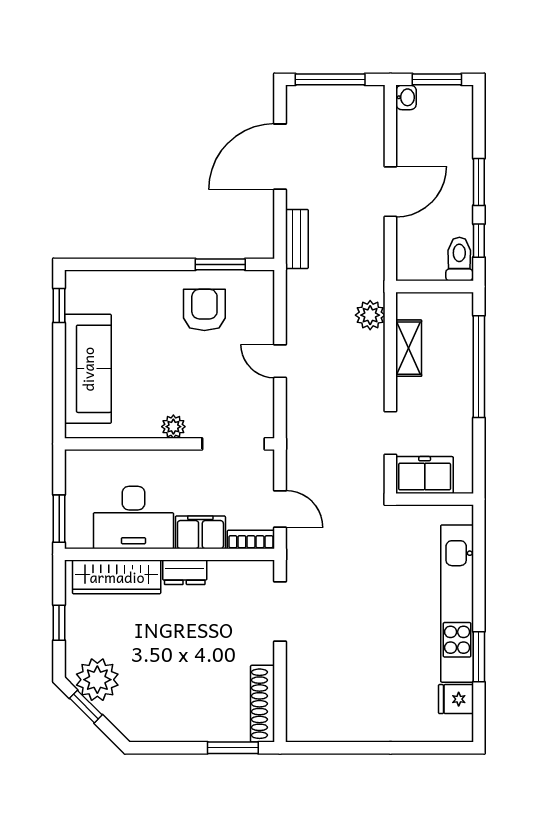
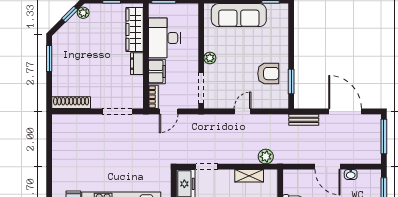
washbasin: (406, 97) -> (351, 175), moved
plant: (97, 680) -> (83, 13), width x0.53, depth x0.53
window: (233, 748) -> (49, 58), moved

